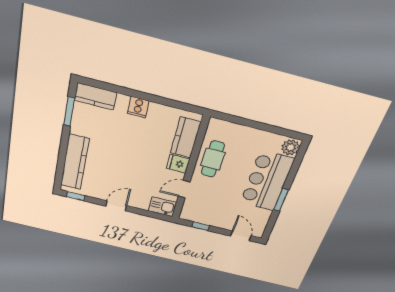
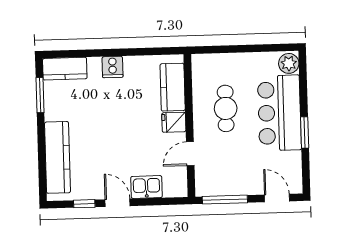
cafe table: (213, 159) -> (226, 108), moved
window: (76, 196) -> (84, 204), moved
door: (116, 206) -> (118, 203), hinge flipped
kitchen sink: (162, 207) -> (146, 187), moved
window: (201, 226) -> (225, 200), width x2.17

